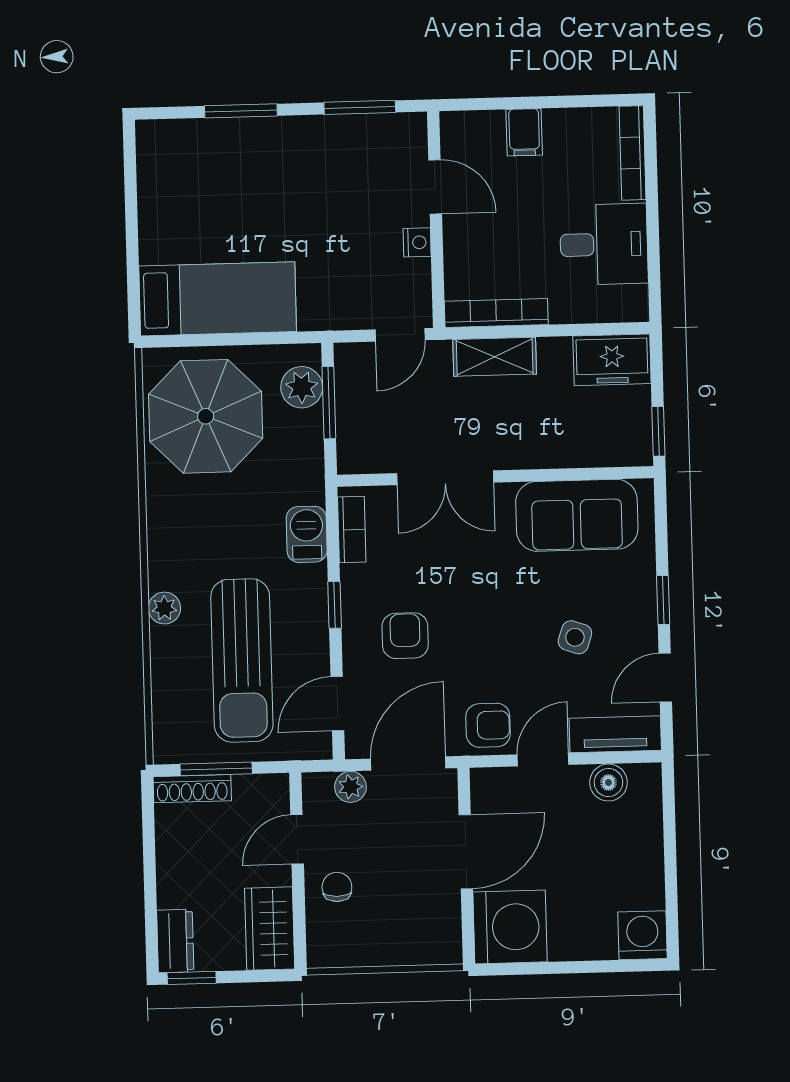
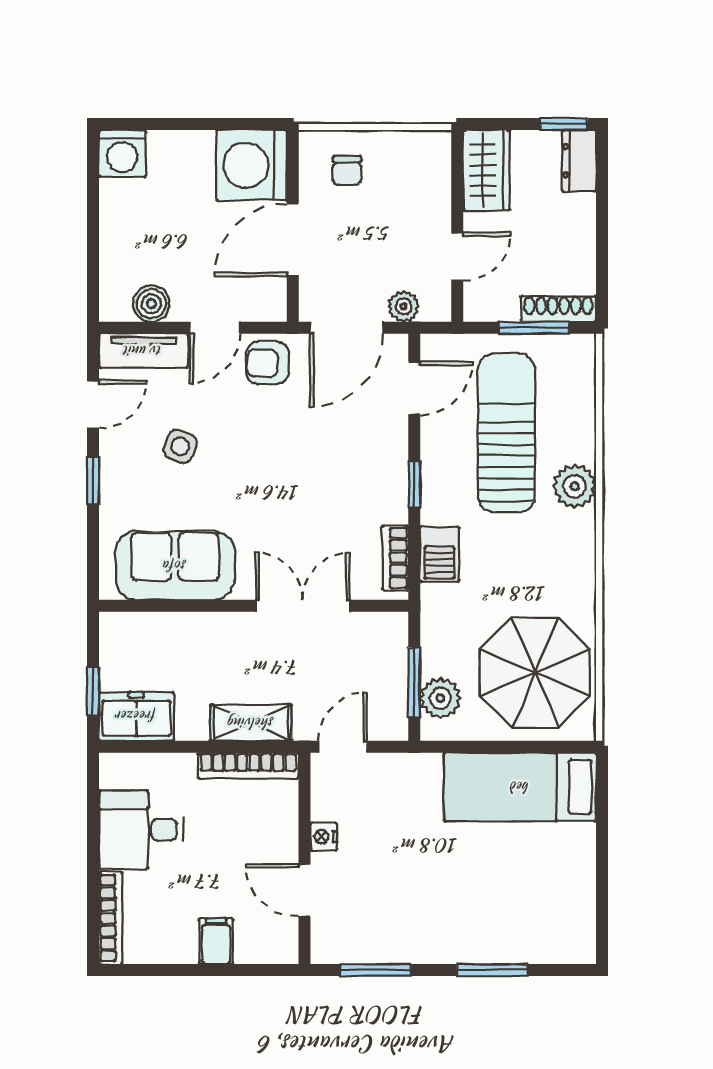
window: (658, 431) -> (93, 691), moved
plant: (164, 608) -> (575, 486), width x1.38, depth x1.38
armchair: (405, 636) -> (346, 453), removed
chair: (337, 887) -> (347, 171), moved

